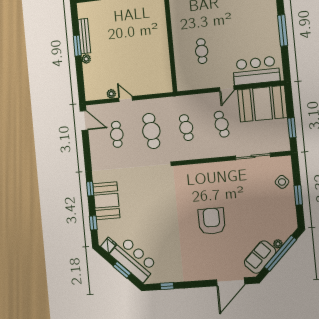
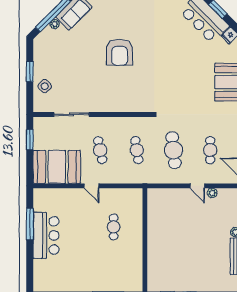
window: (283, 30) -> (30, 224), moved
bar counter: (256, 71) -> (46, 235), moved, turned -90
door: (227, 89) -> (92, 186), swing flipped

